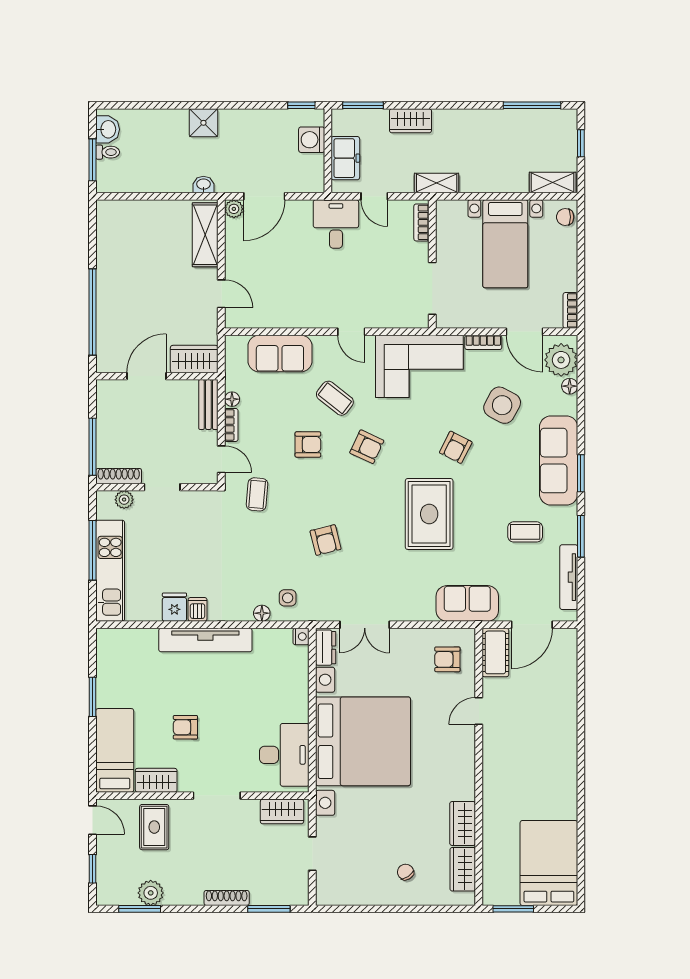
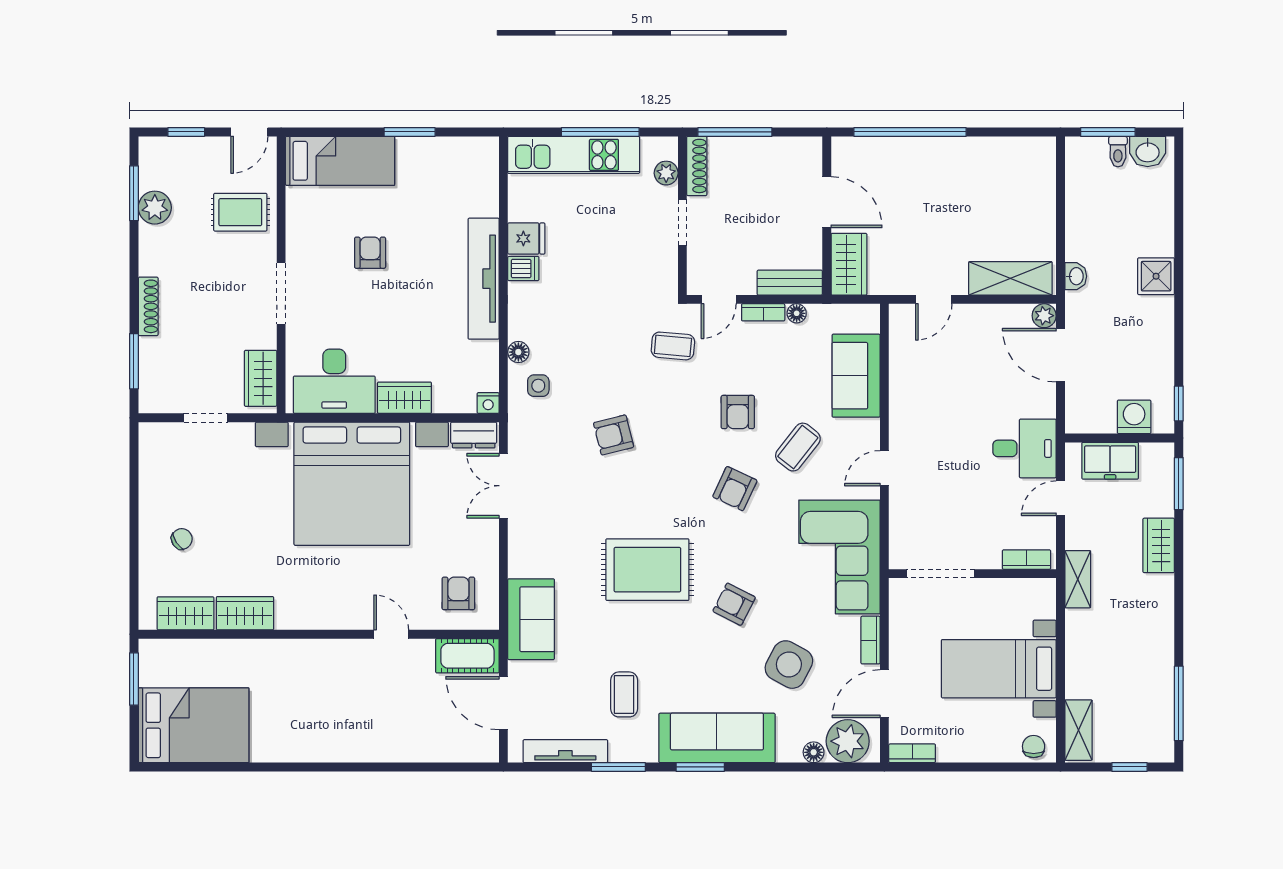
wardrobe: (156, 780) -> (404, 398), moved, turned -90

